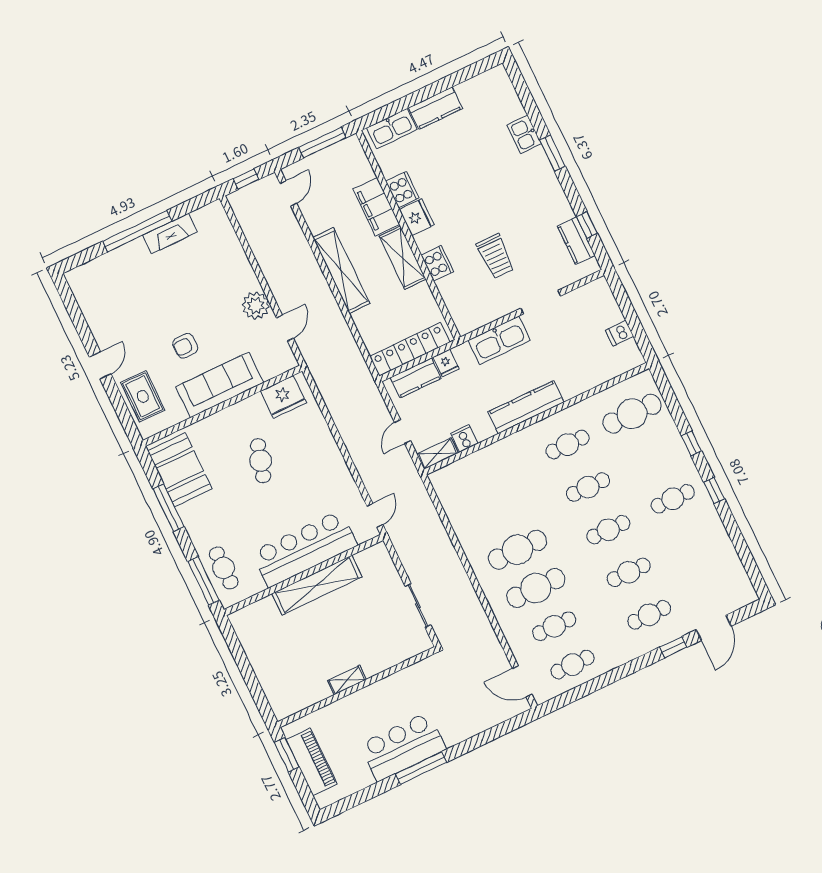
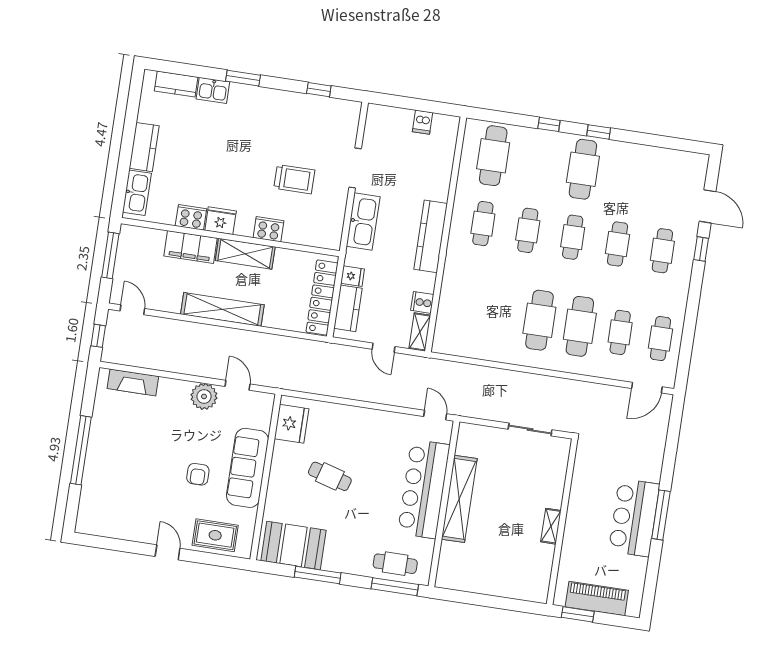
fireplace: (170, 234) -> (133, 382), moved, turned 90
kitchen counter: (576, 241) -> (176, 84), moved
cafe table: (673, 499) -> (583, 169), width x1.37, depth x1.35

